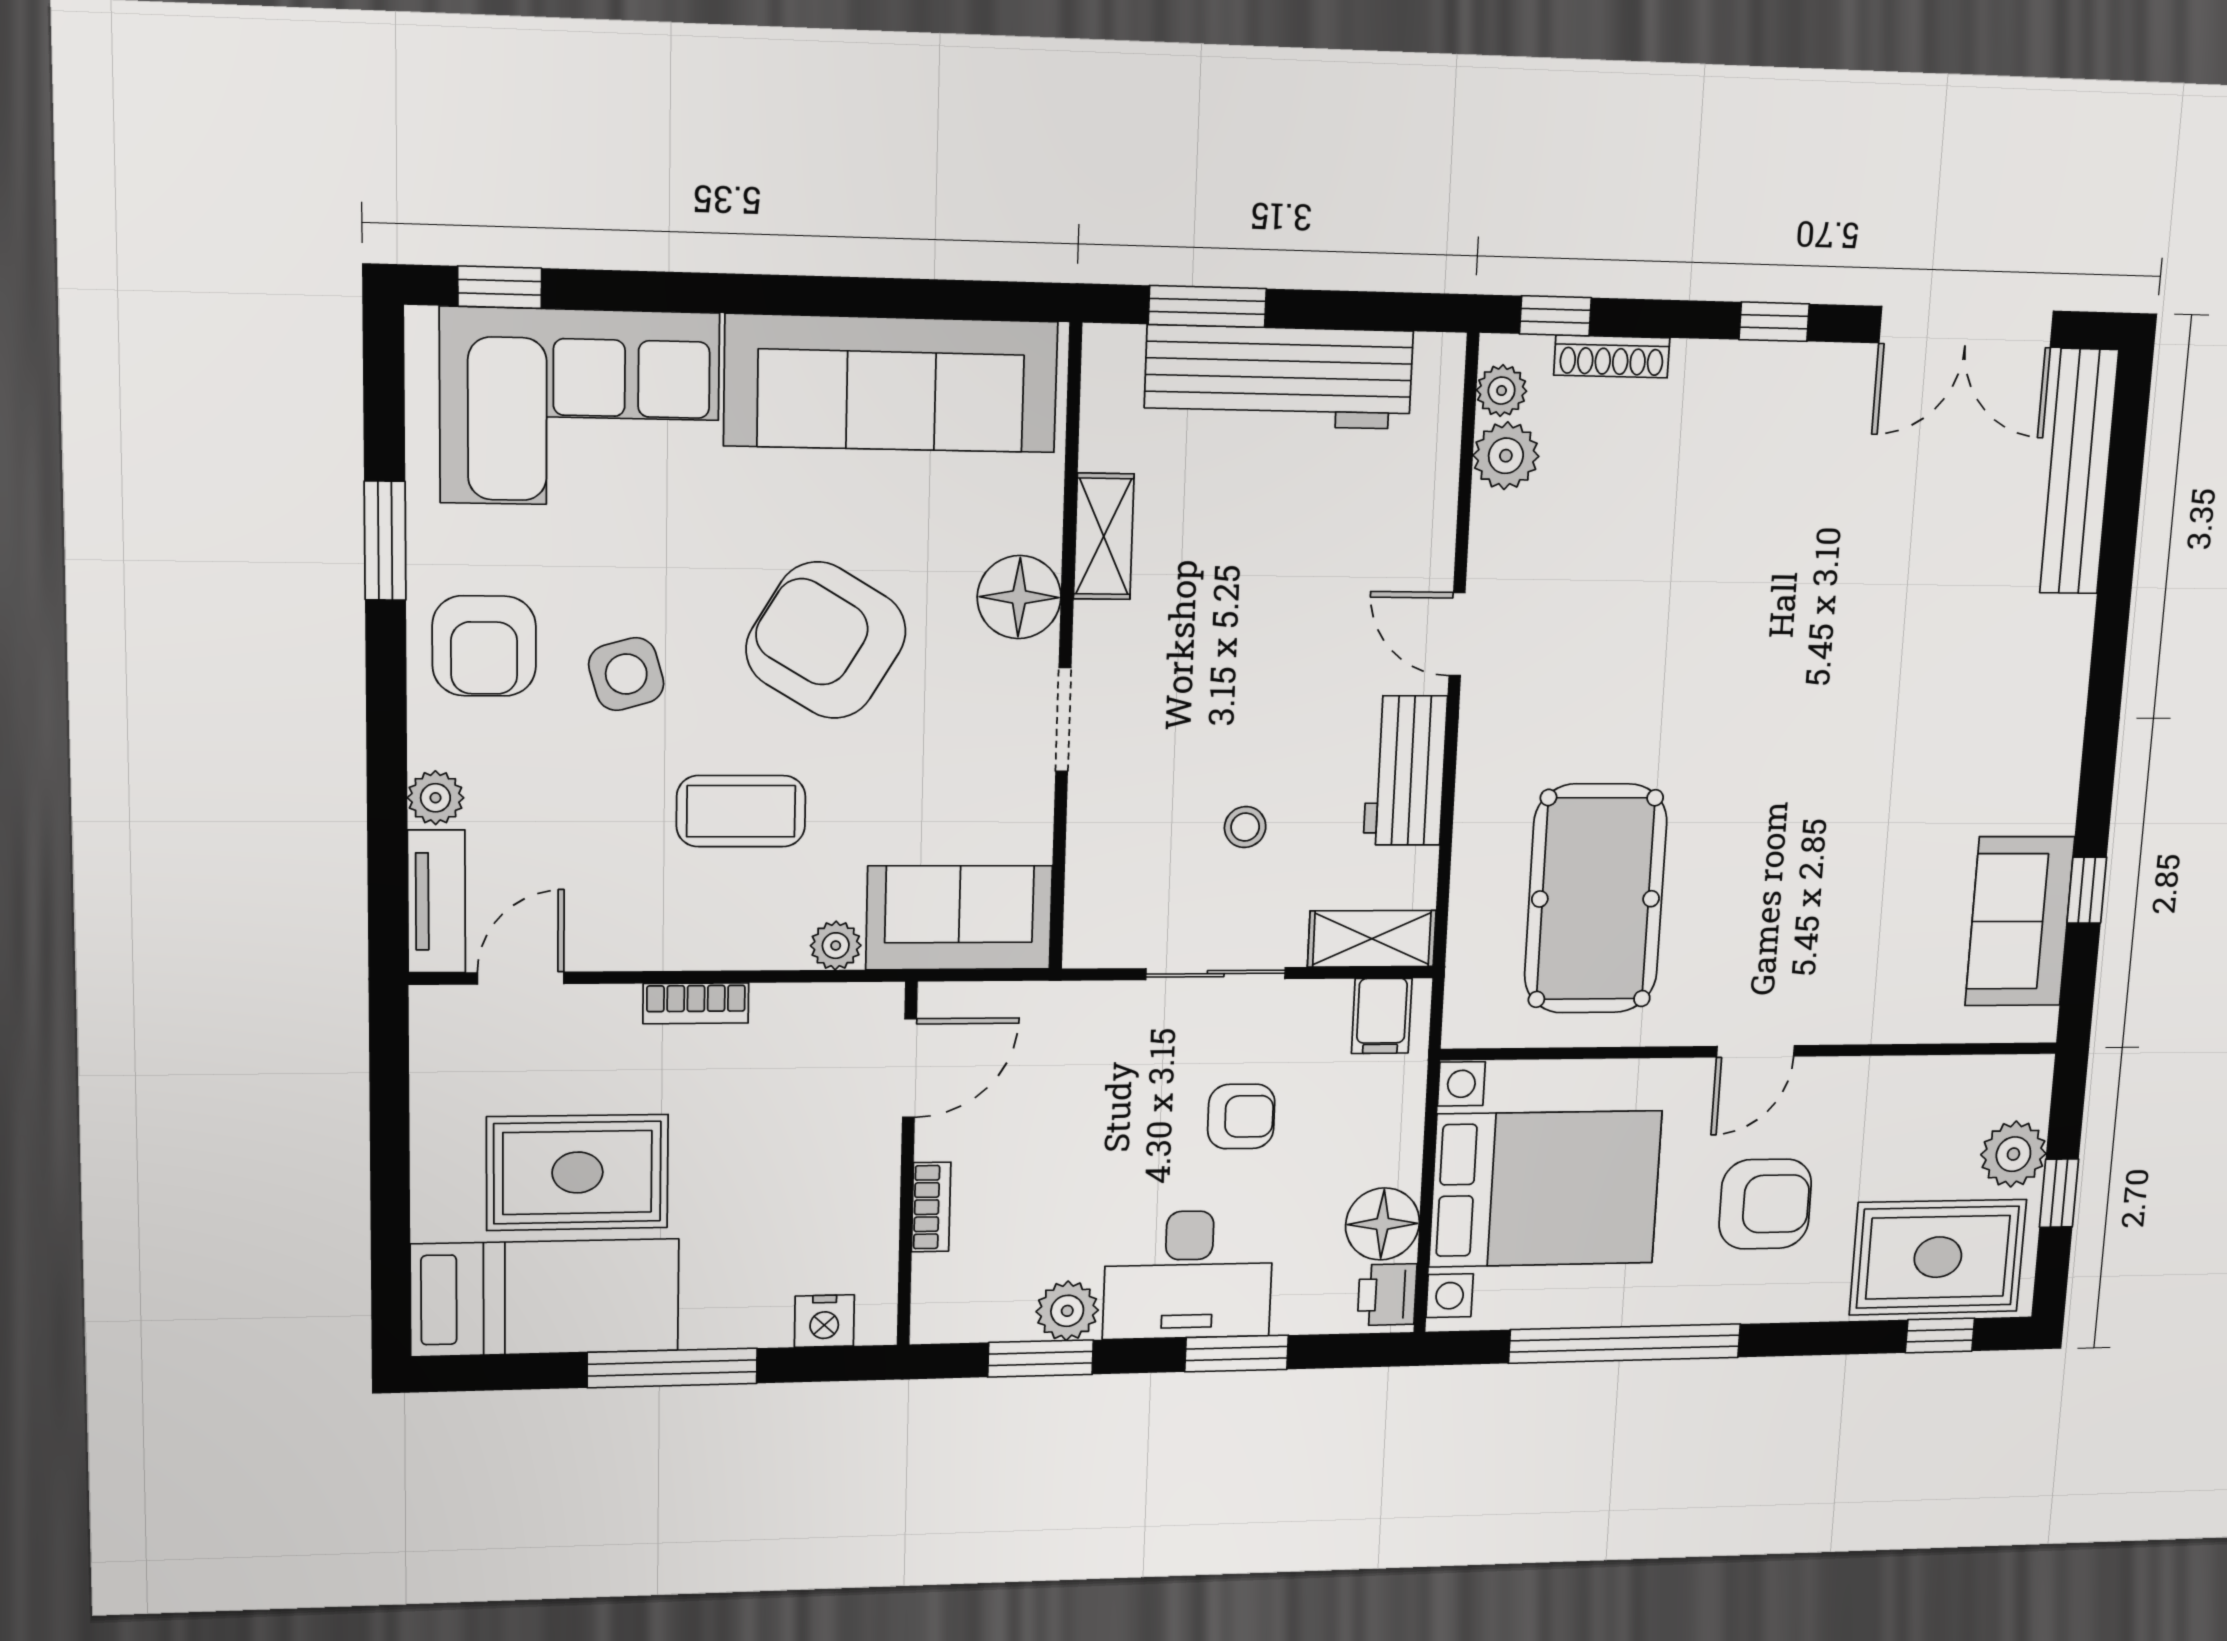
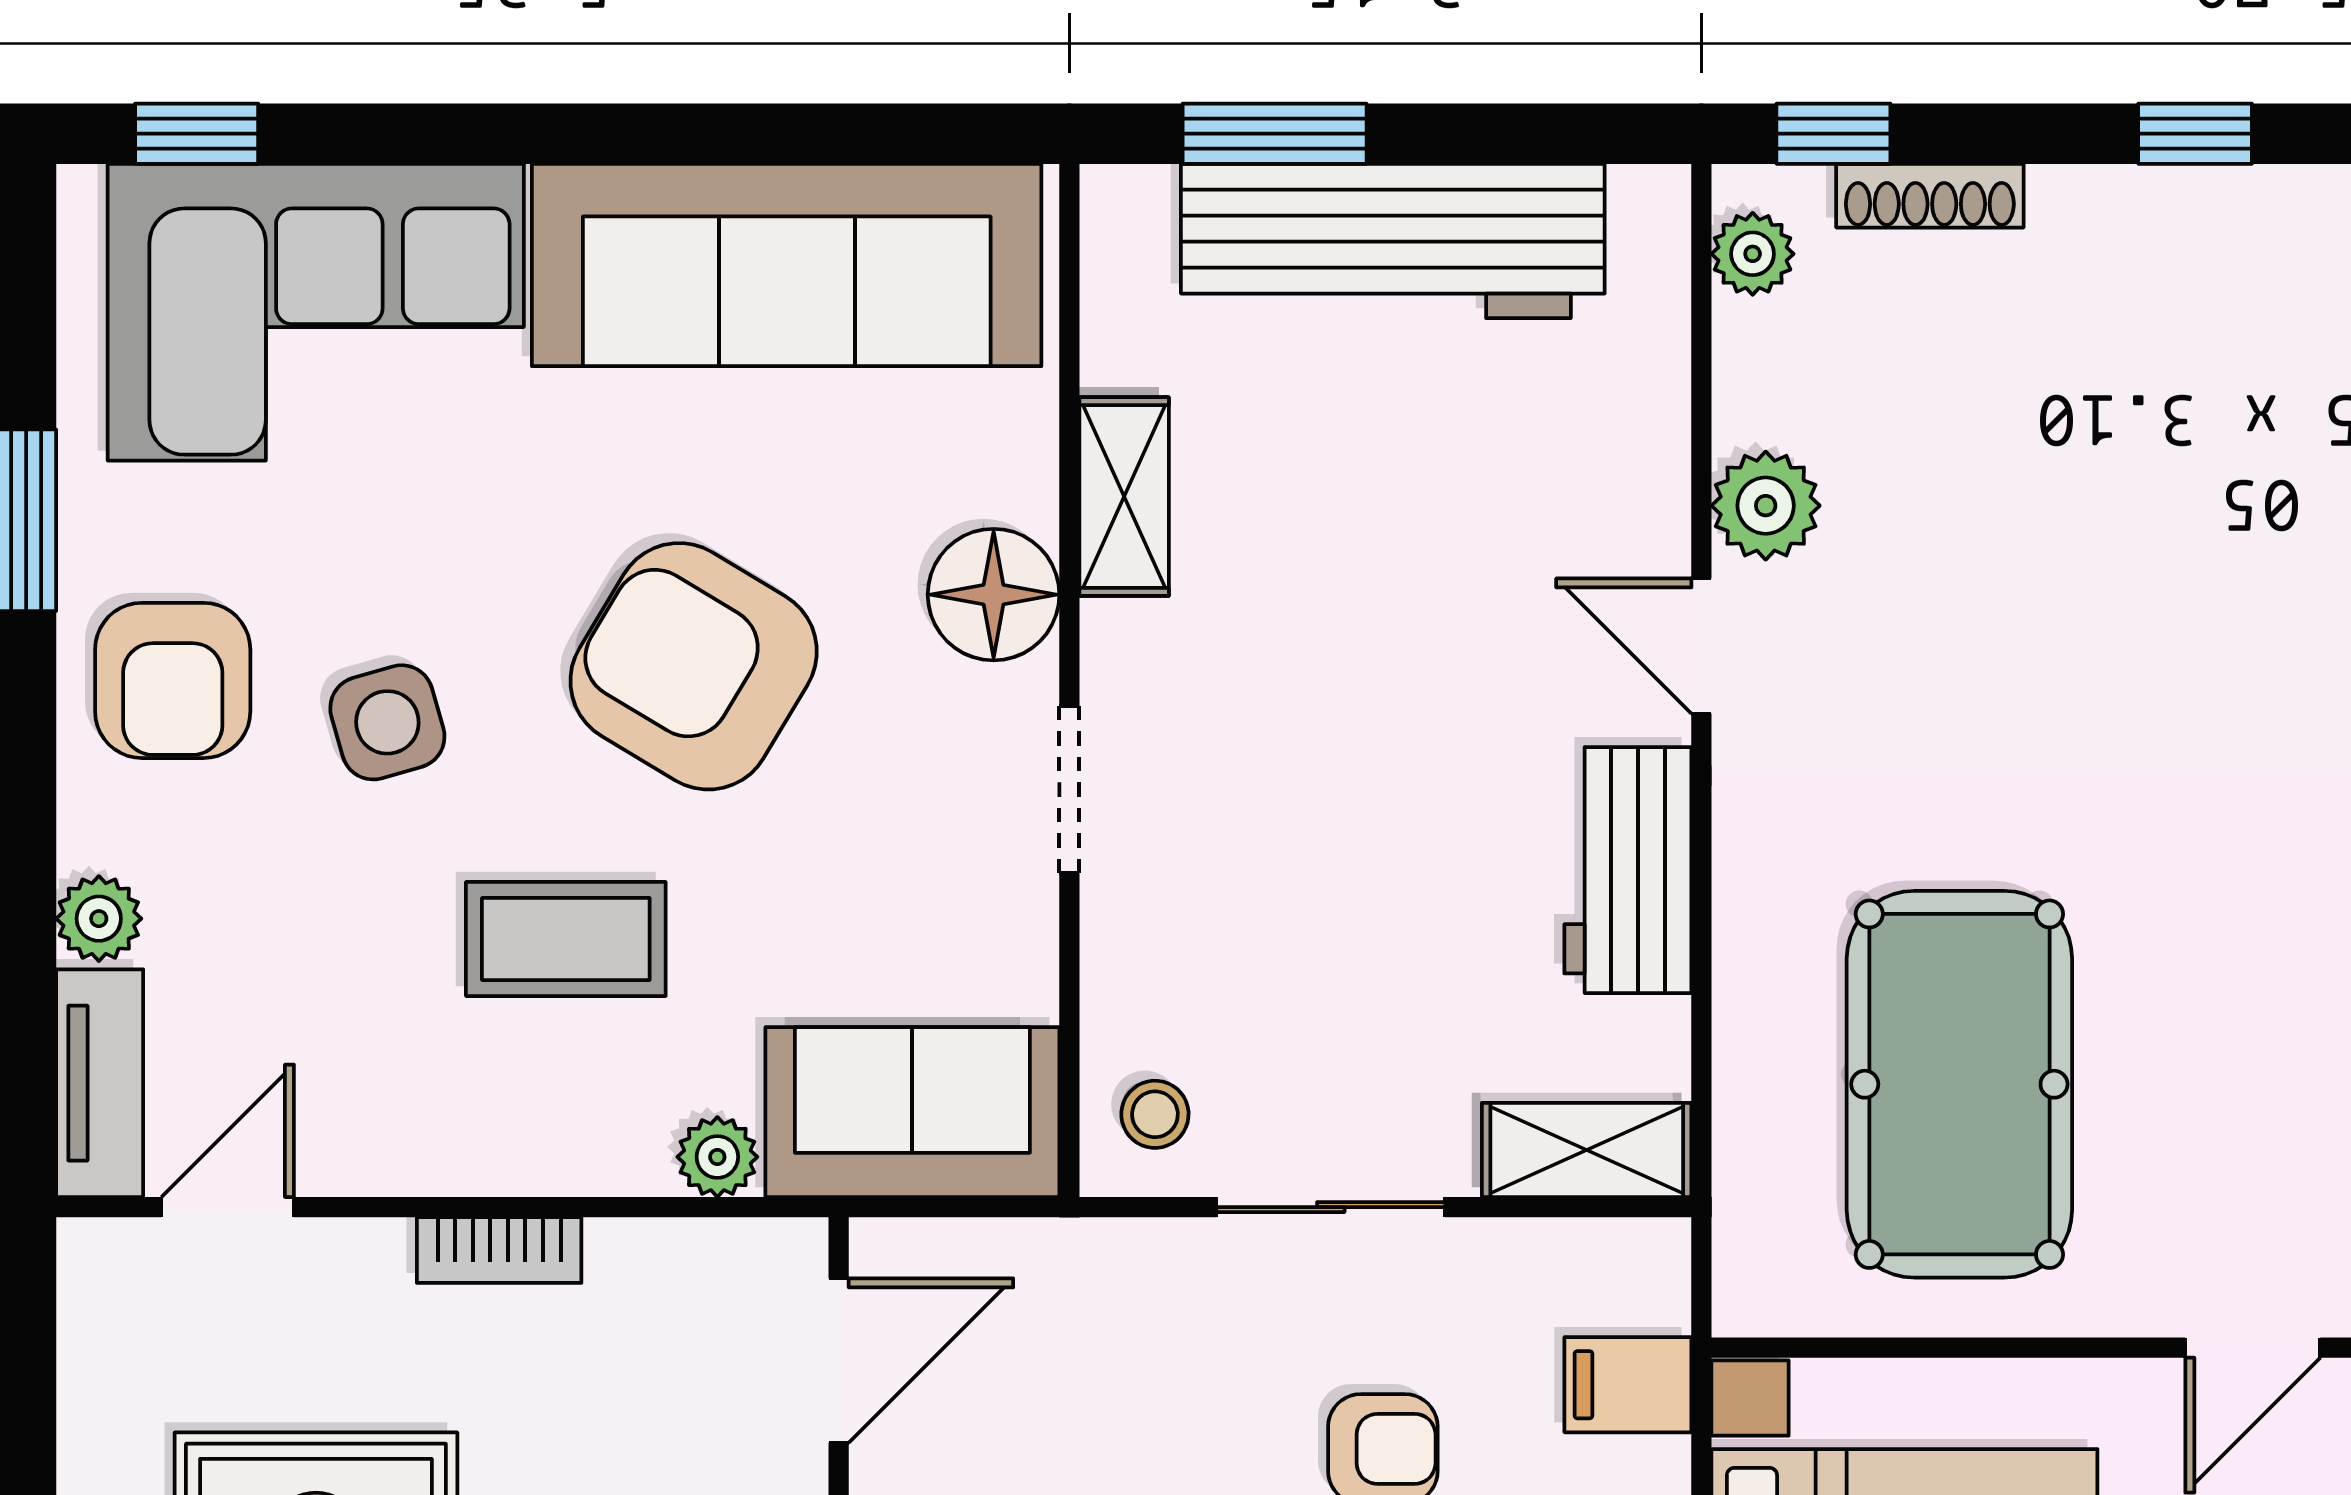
plant: (1506, 456) -> (1766, 506), moved
stool: (1245, 827) -> (1155, 1114), moved
filing cabinet: (1382, 1016) -> (1628, 1385), moved, turned 90

